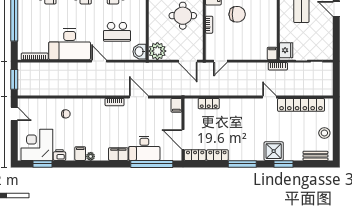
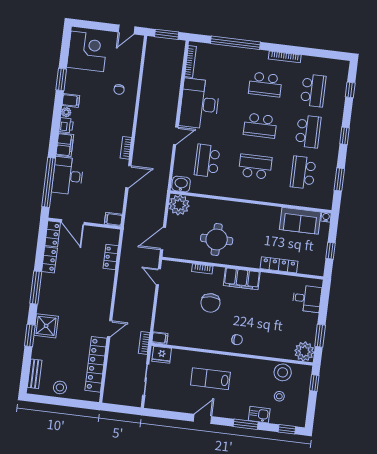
door: (183, 139) -> (73, 222), swing flipped
printer: (59, 155) -> (66, 125), moved
window: (43, 164) -> (61, 79), moved

